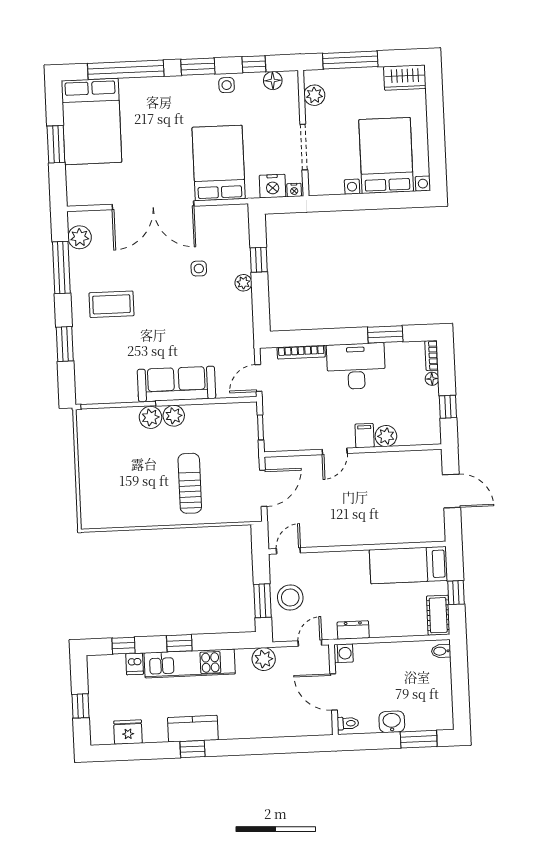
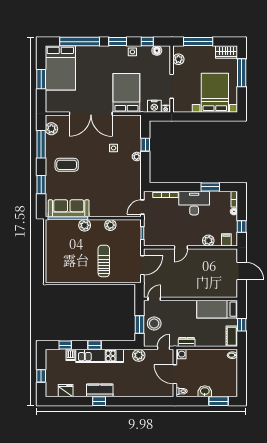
window: (435, 115) -> (242, 73), added
sofa: (176, 384) -> (69, 208), moved
plant: (174, 416) -> (110, 225), moved
filing cabinet: (365, 436) -> (226, 240), moved

